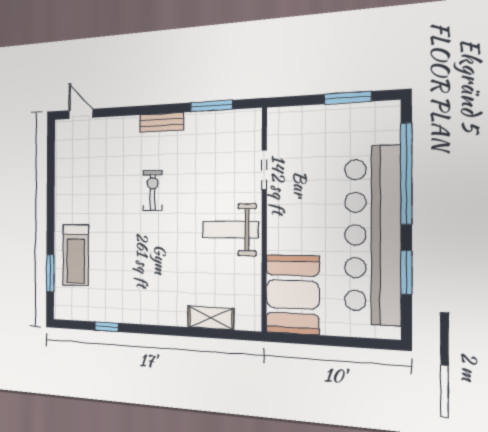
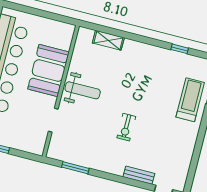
bench: (162, 122) -> (139, 175), moved
booth: (292, 294) -> (48, 71), moved

